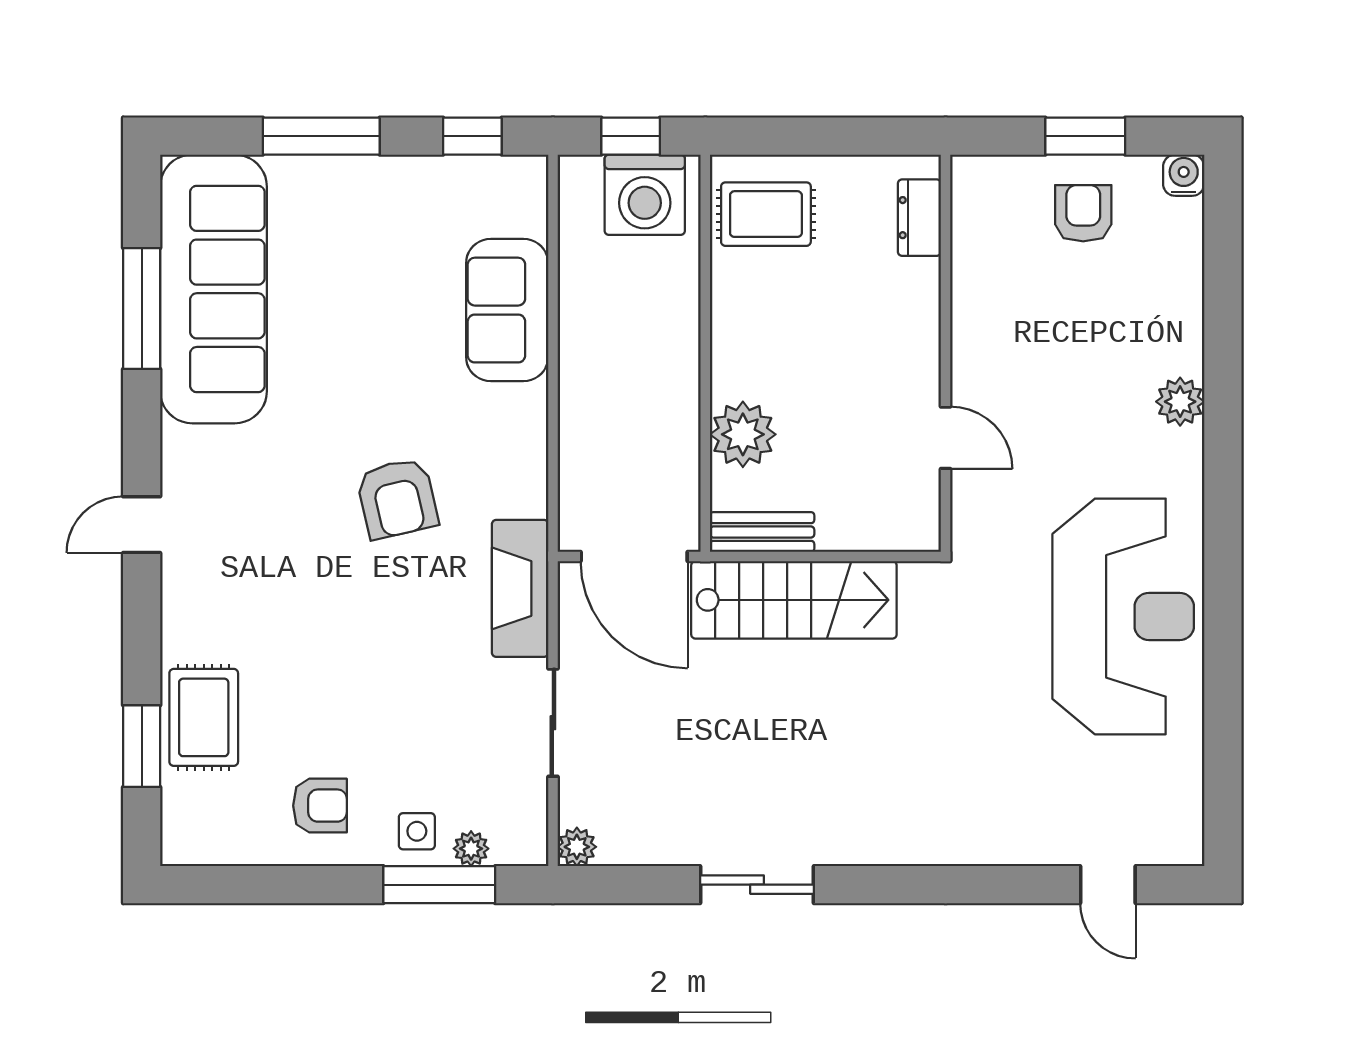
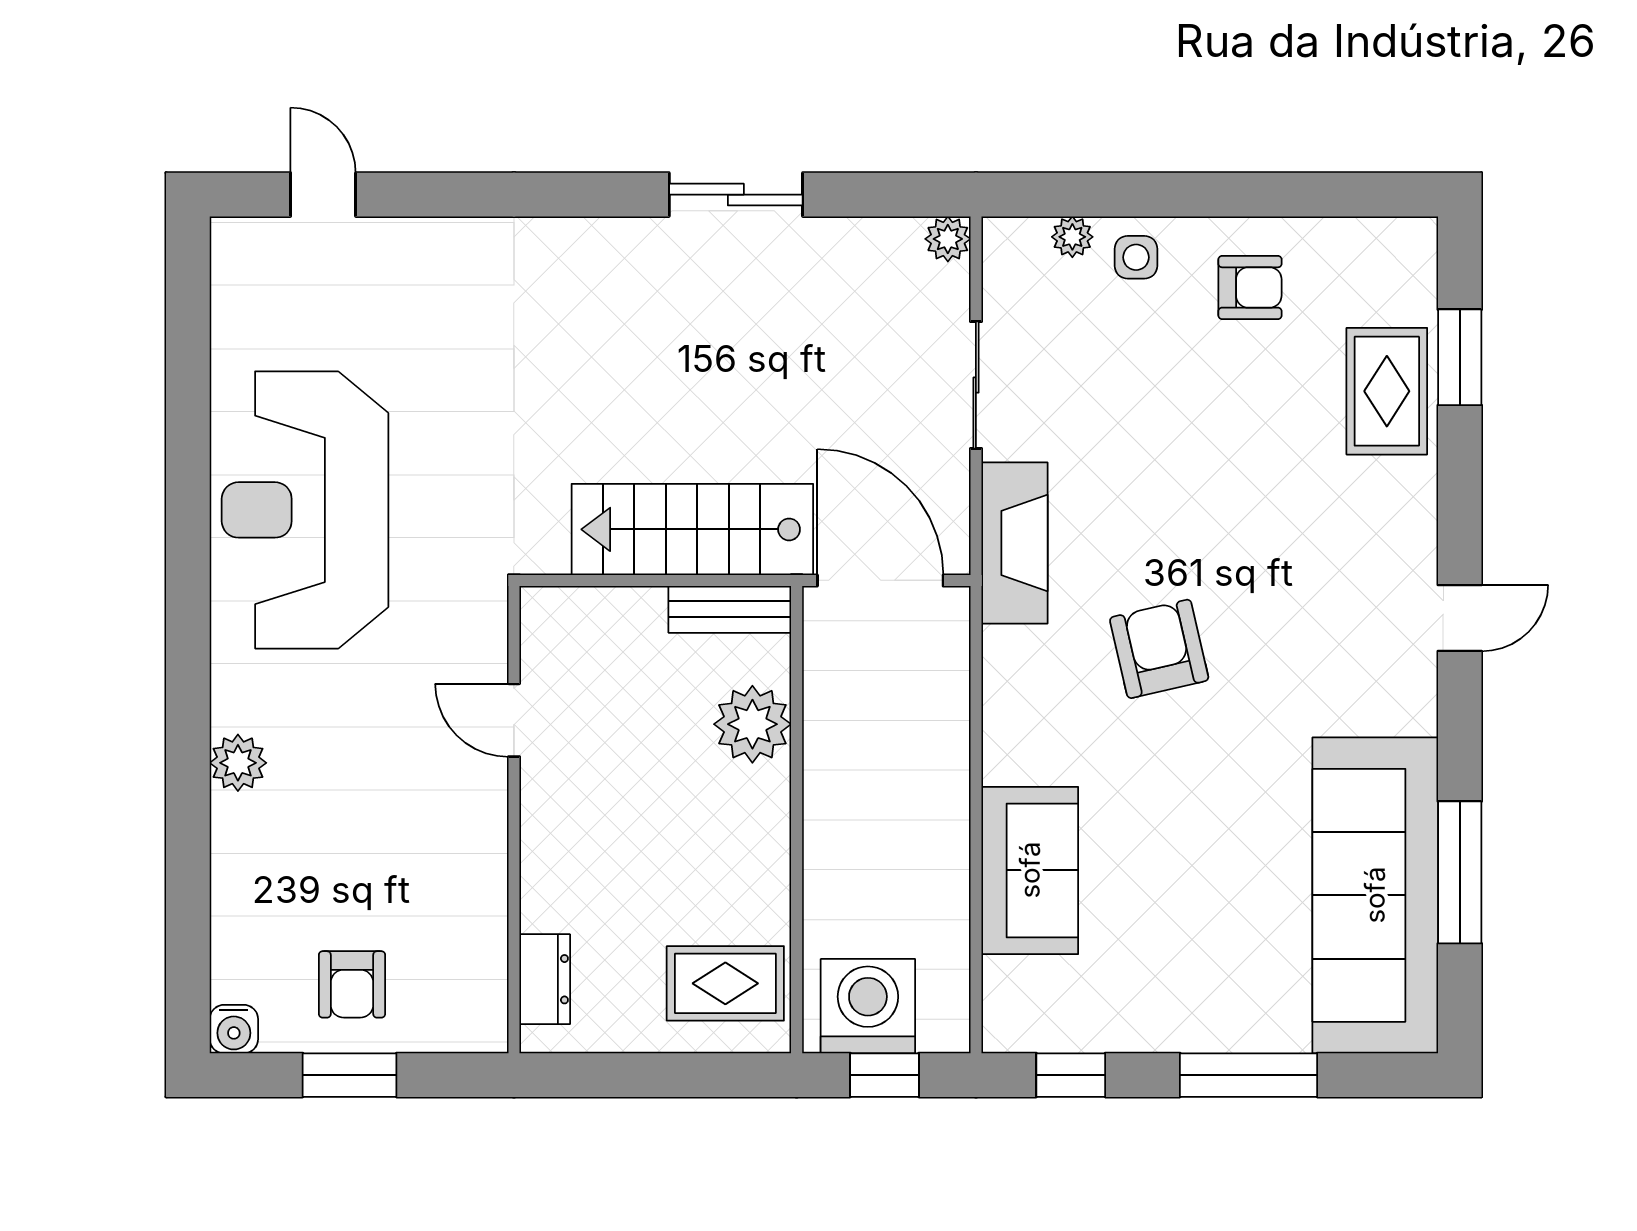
armchair: (320, 806) -> (1250, 287), turned 180
window: (439, 885) -> (1110, 195), removed

